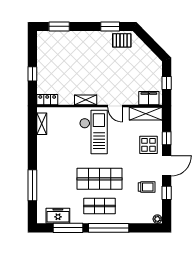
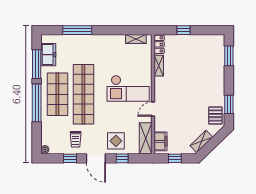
shelving: (149, 55) -> (201, 141), added
shelving: (86, 100) -> (159, 66), moved
shop shelf: (100, 179) -> (83, 94), width x1.40
shop shelf: (100, 206) -> (57, 94), width x1.43, depth x1.36

